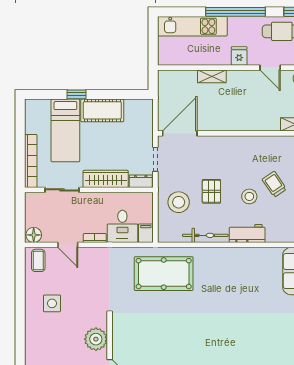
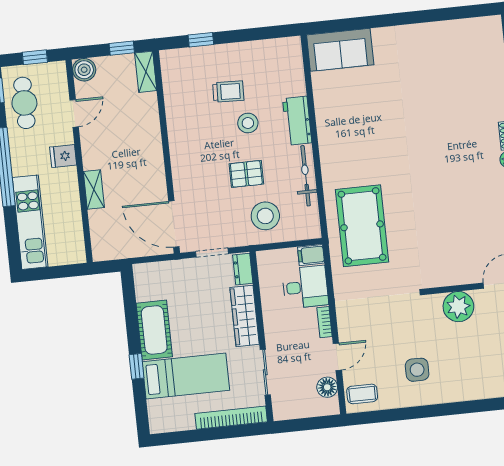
trolley: (274, 184) -> (228, 92), turned -144
floor lamp: (34, 235) -> (327, 387), moved

